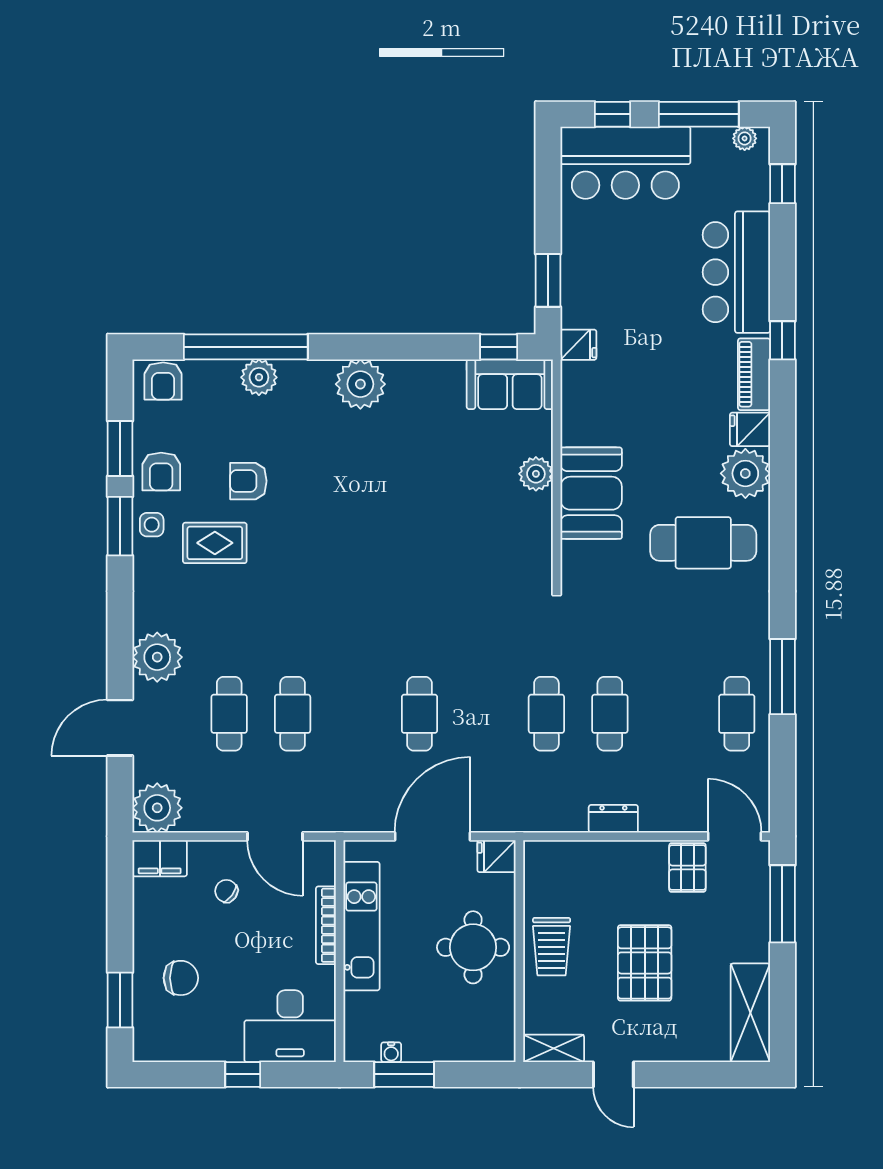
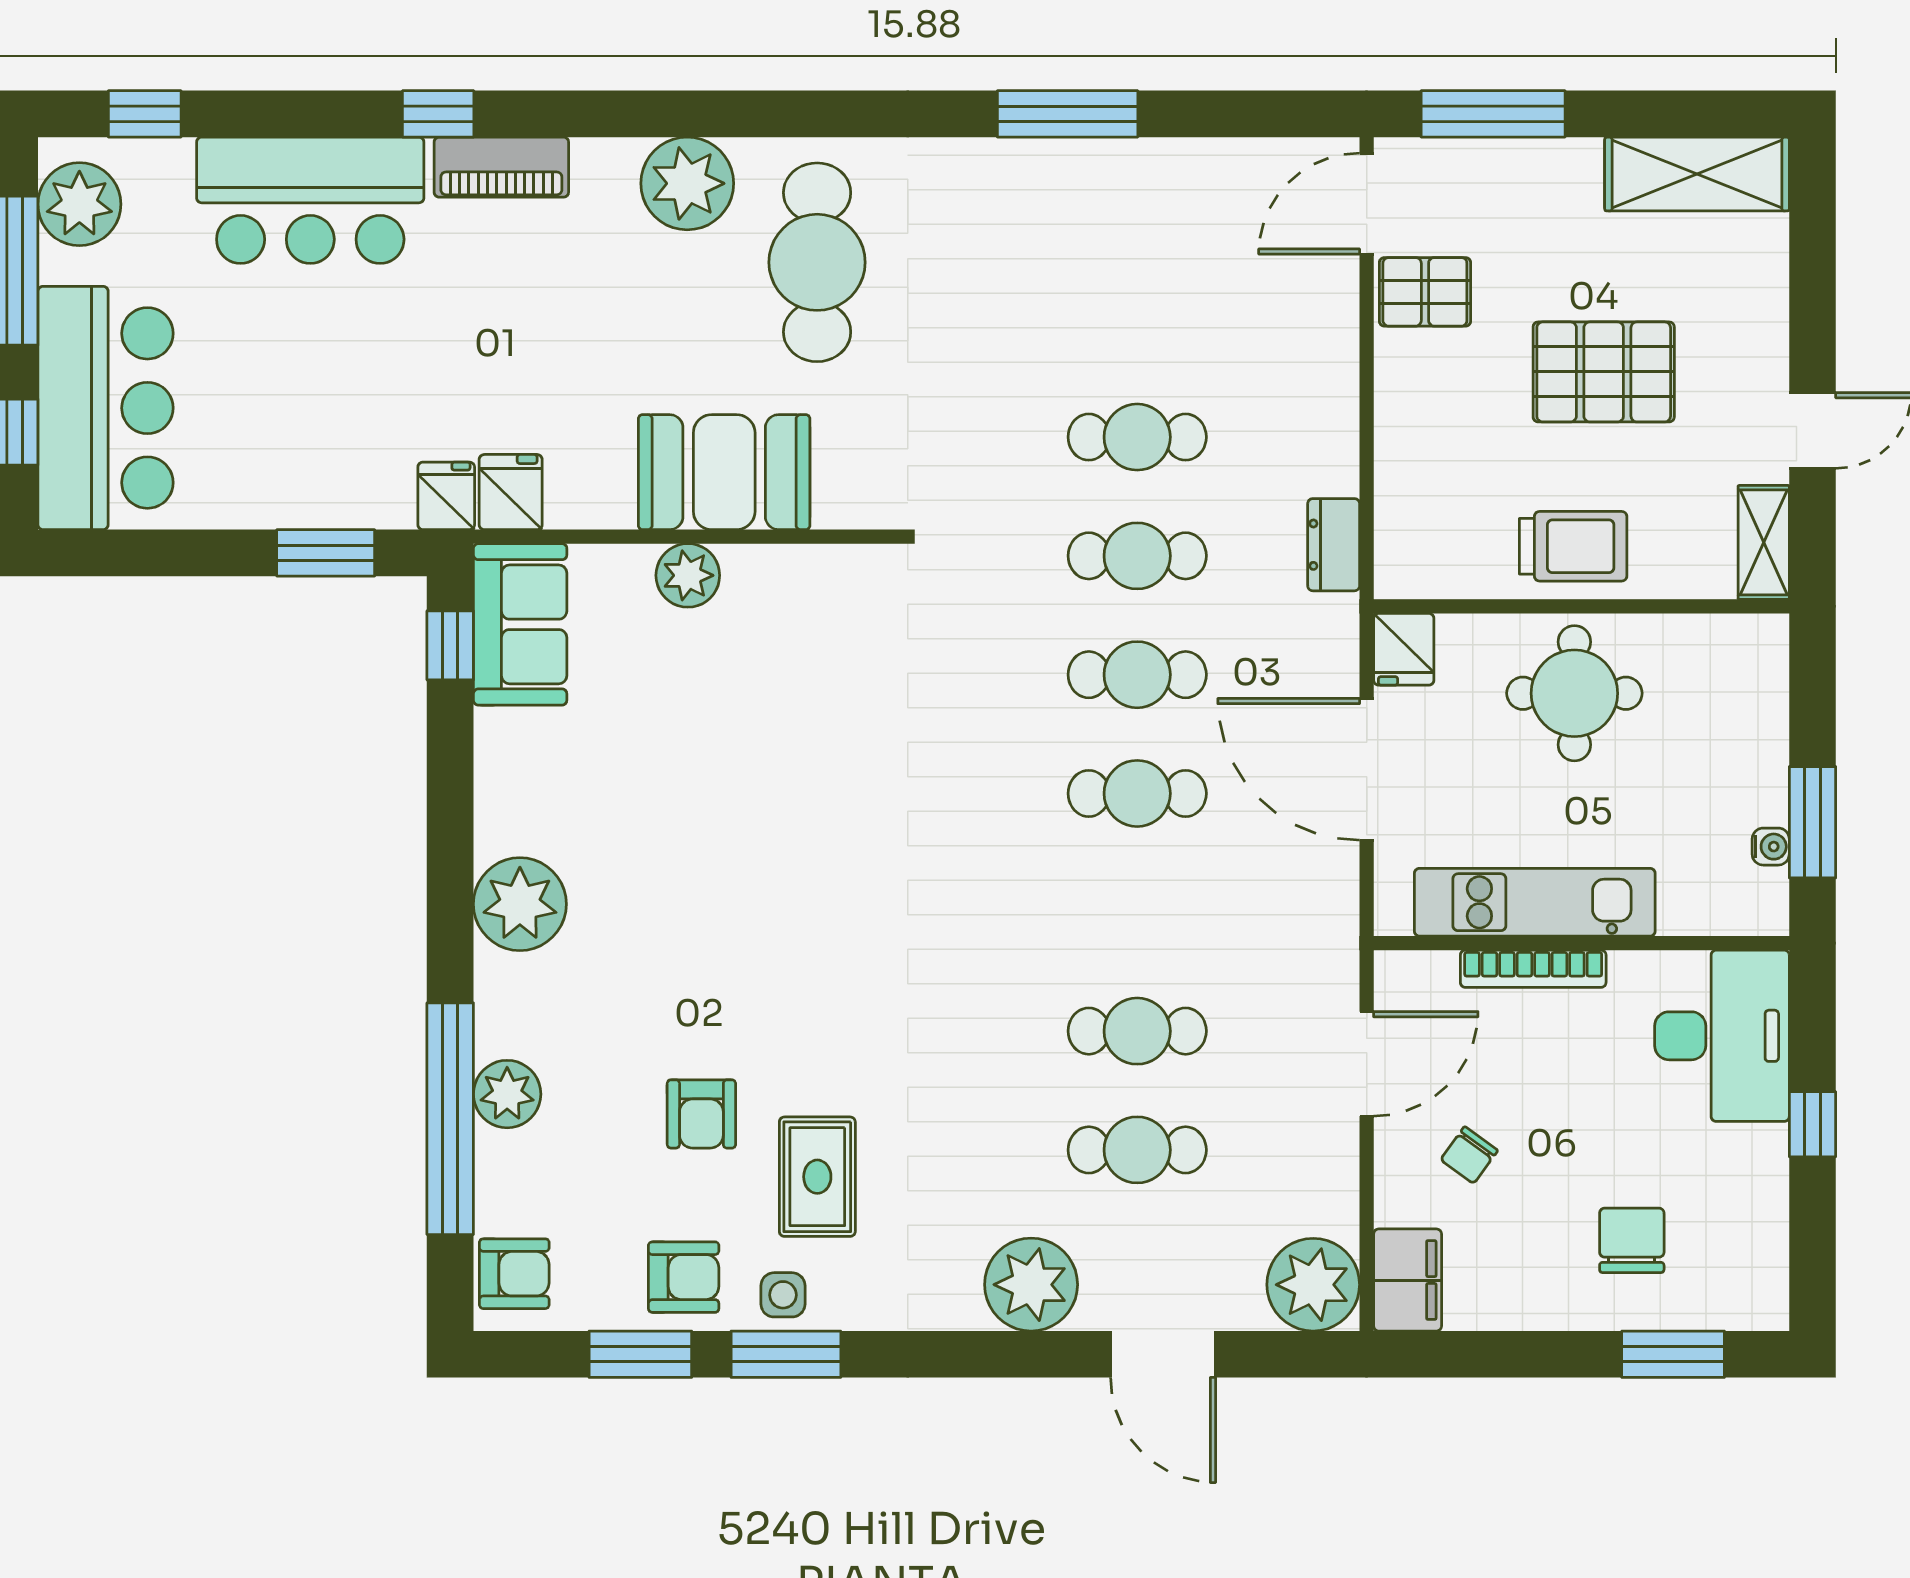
plant: (745, 138) -> (79, 204), width x1.88, depth x1.88
fridge: (750, 429) -> (511, 492), moved, turned 180
cafe table: (737, 714) -> (1137, 675), moved
dresser: (613, 819) -> (1334, 545), moved

